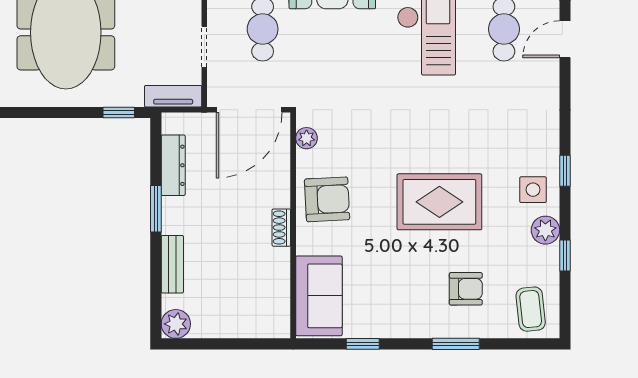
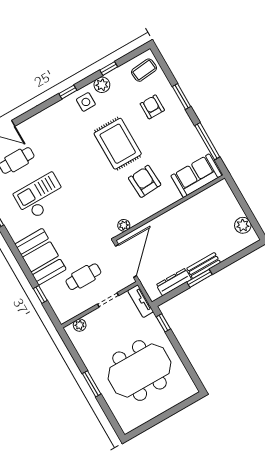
door: (249, 110) -> (126, 261), hinge flipped
armchair: (327, 199) -> (145, 181), moved
shoe rack: (281, 228) -> (174, 213), removed
bench: (172, 264) -> (204, 265), moved
plant: (176, 324) -> (243, 225), moved
window: (363, 344) -> (207, 141), width x2.17

